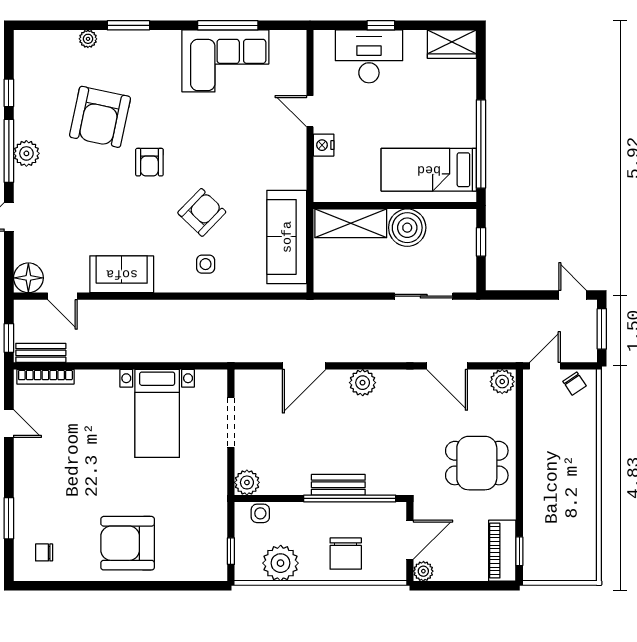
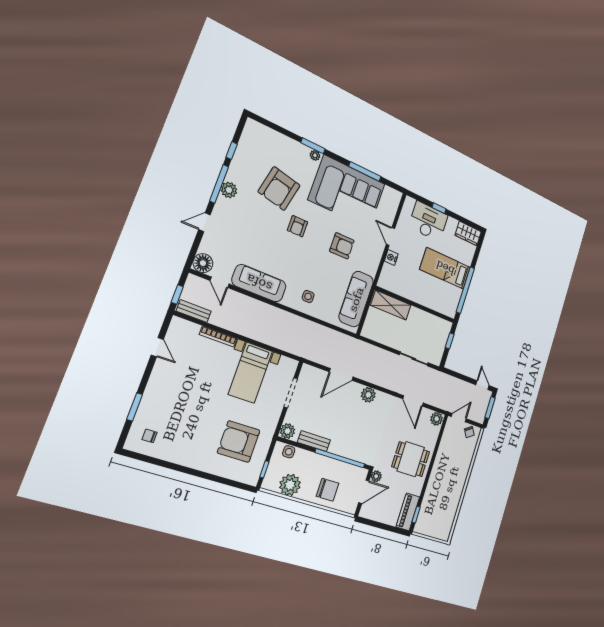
plant: (88, 39) -> (315, 155), moved
corner sofa: (225, 61) -> (347, 192), width x1.36, depth x1.36
bed: (429, 170) -> (445, 268), moved
armchair: (202, 212) -> (342, 246), moved, turned 46
boiler: (407, 228) -> (418, 319), removed
sofa: (122, 274) -> (259, 283), width x1.36
bookcase: (45, 377) -> (218, 336), moved
bench: (338, 485) -> (314, 441), moved
armchair: (128, 543) -> (239, 442), moved
chair: (346, 554) -> (328, 490), turned -90
plant: (423, 571) -> (376, 476), moved

